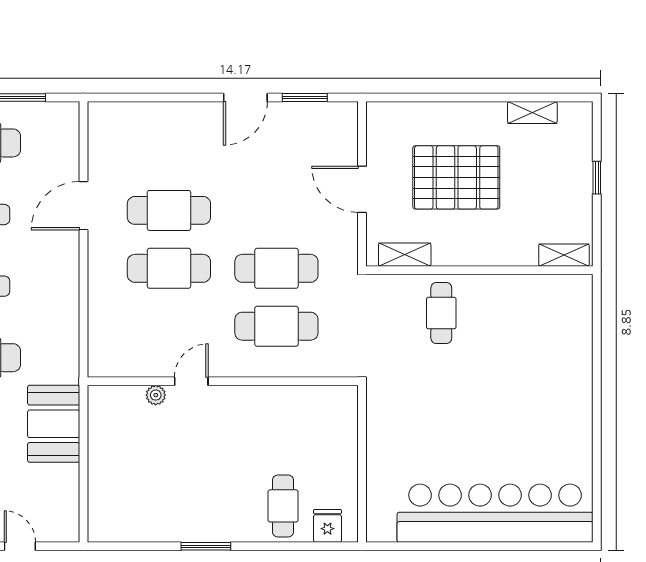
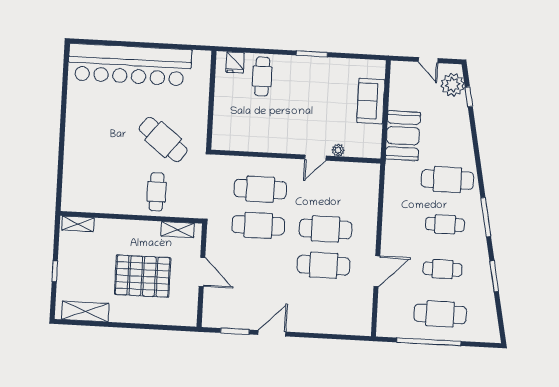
shelving: (532, 112) -> (85, 311), width x1.50, depth x1.33
cafe table: (435, 397) -> (163, 140), added
sofa: (108, 476) -> (371, 101), added

